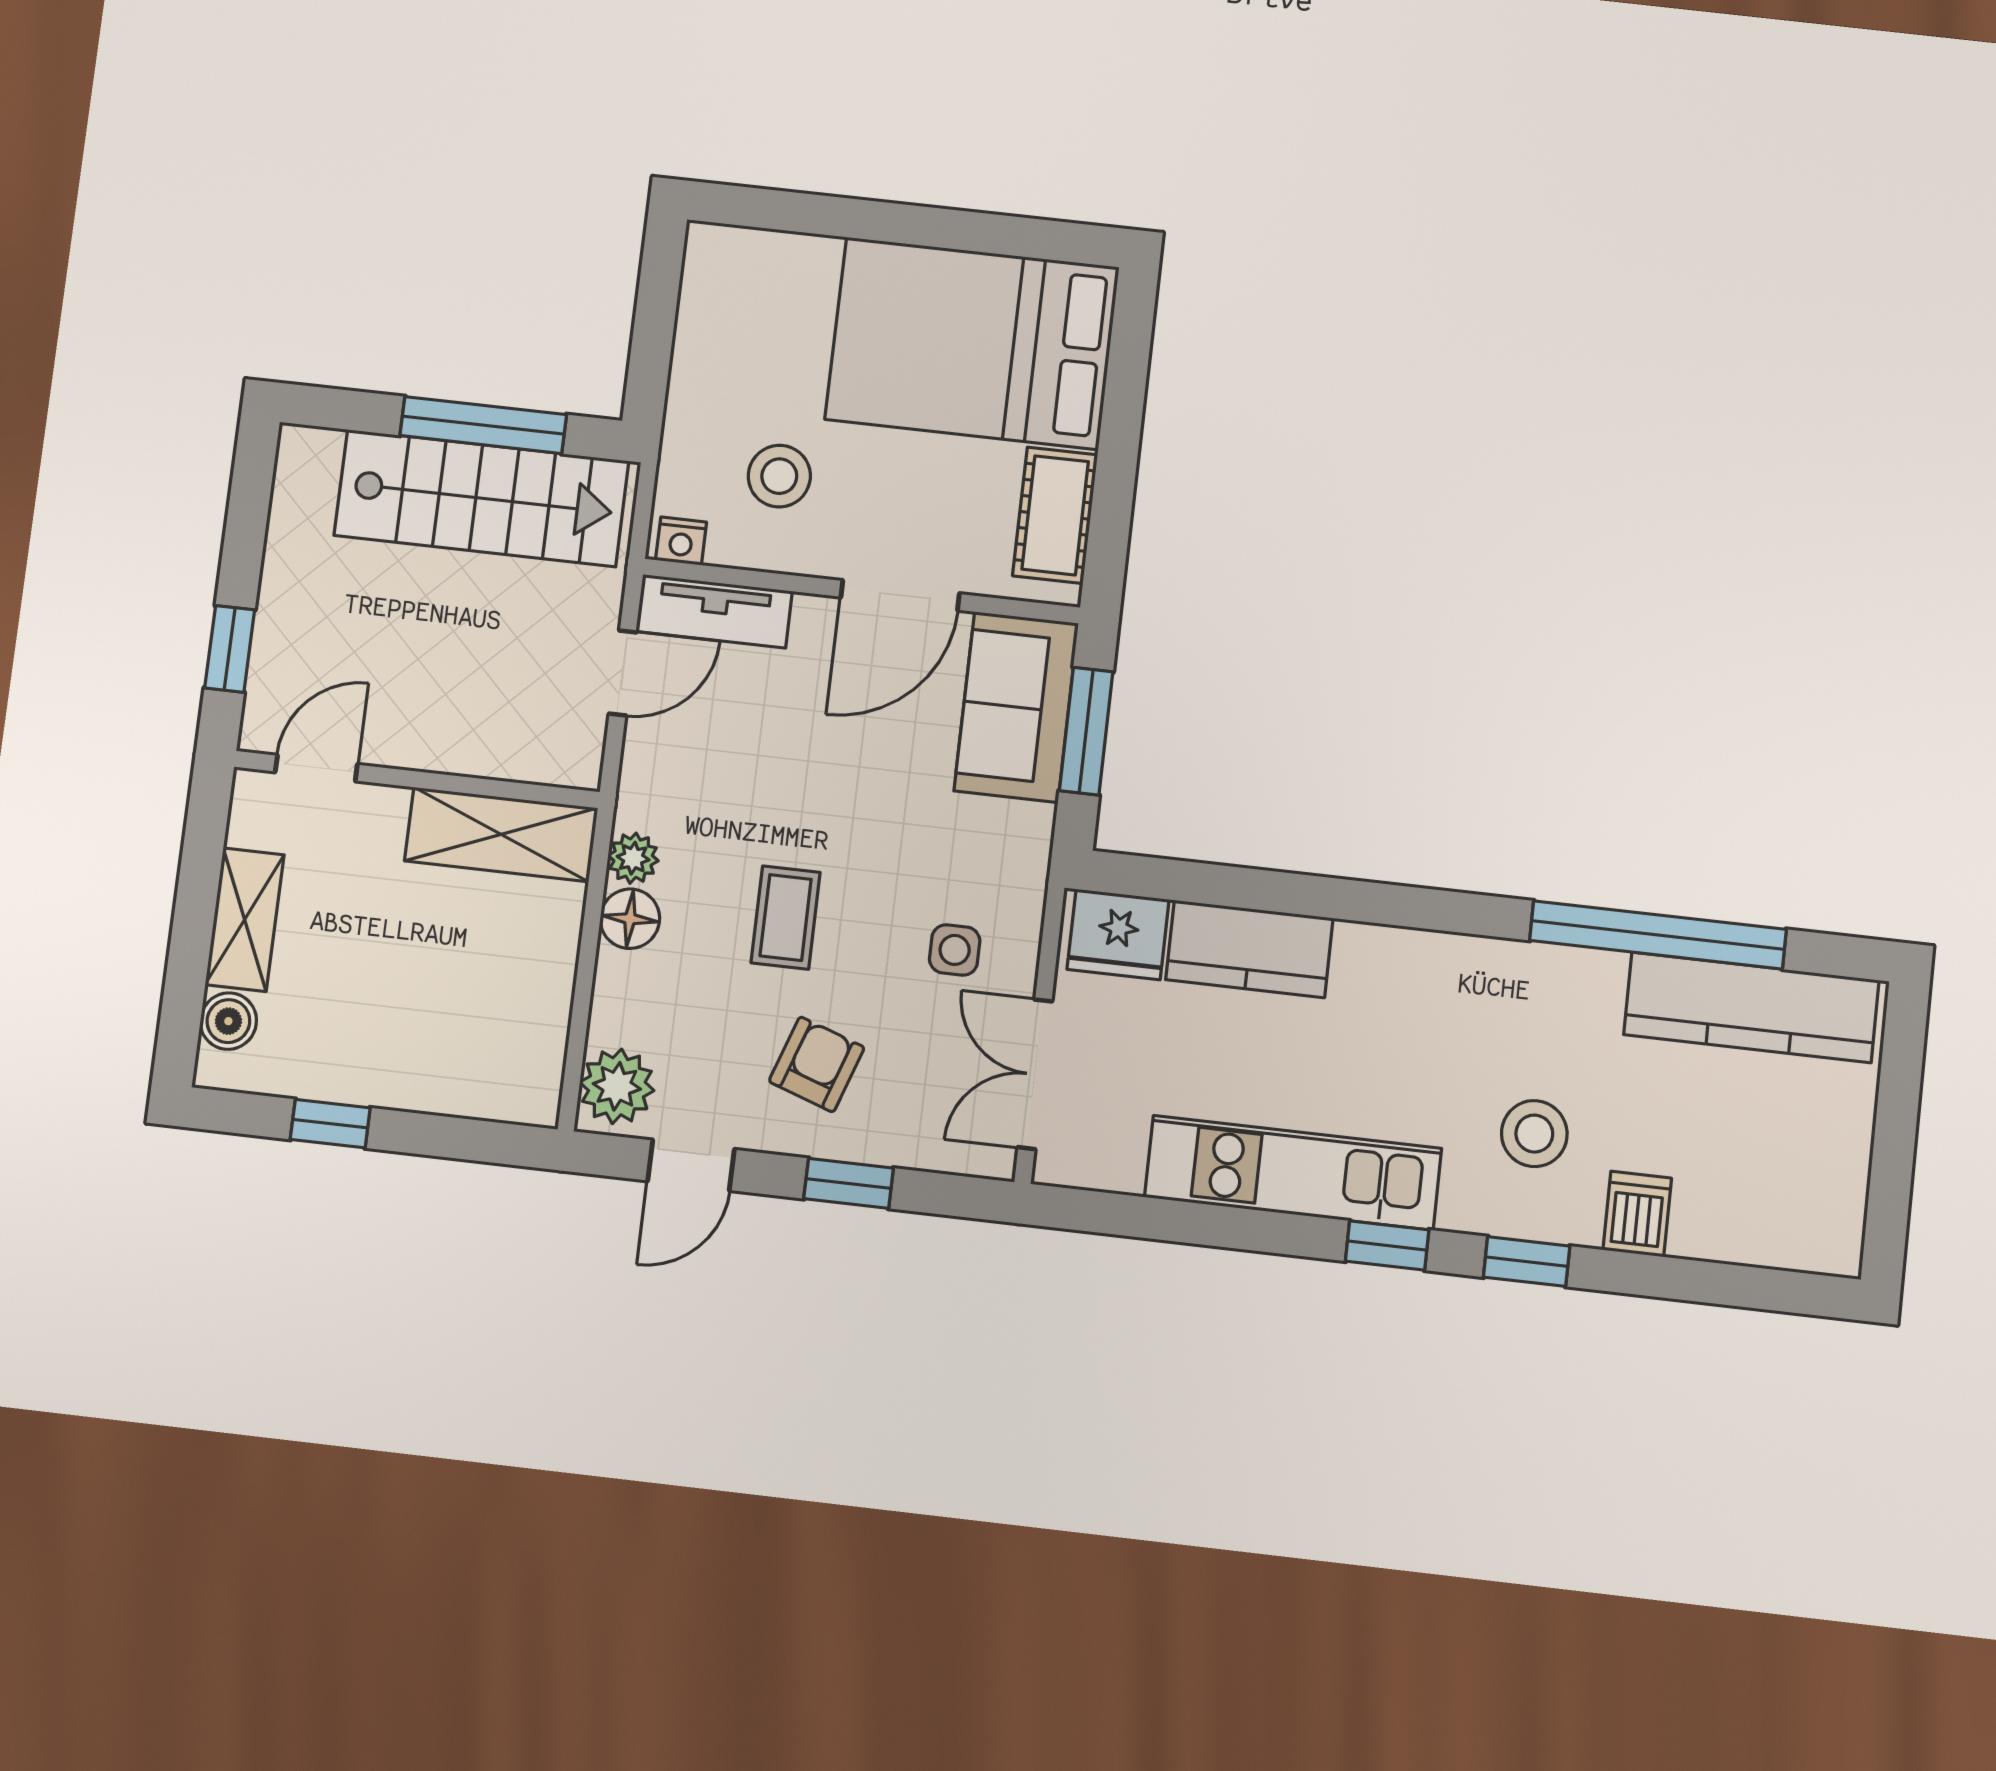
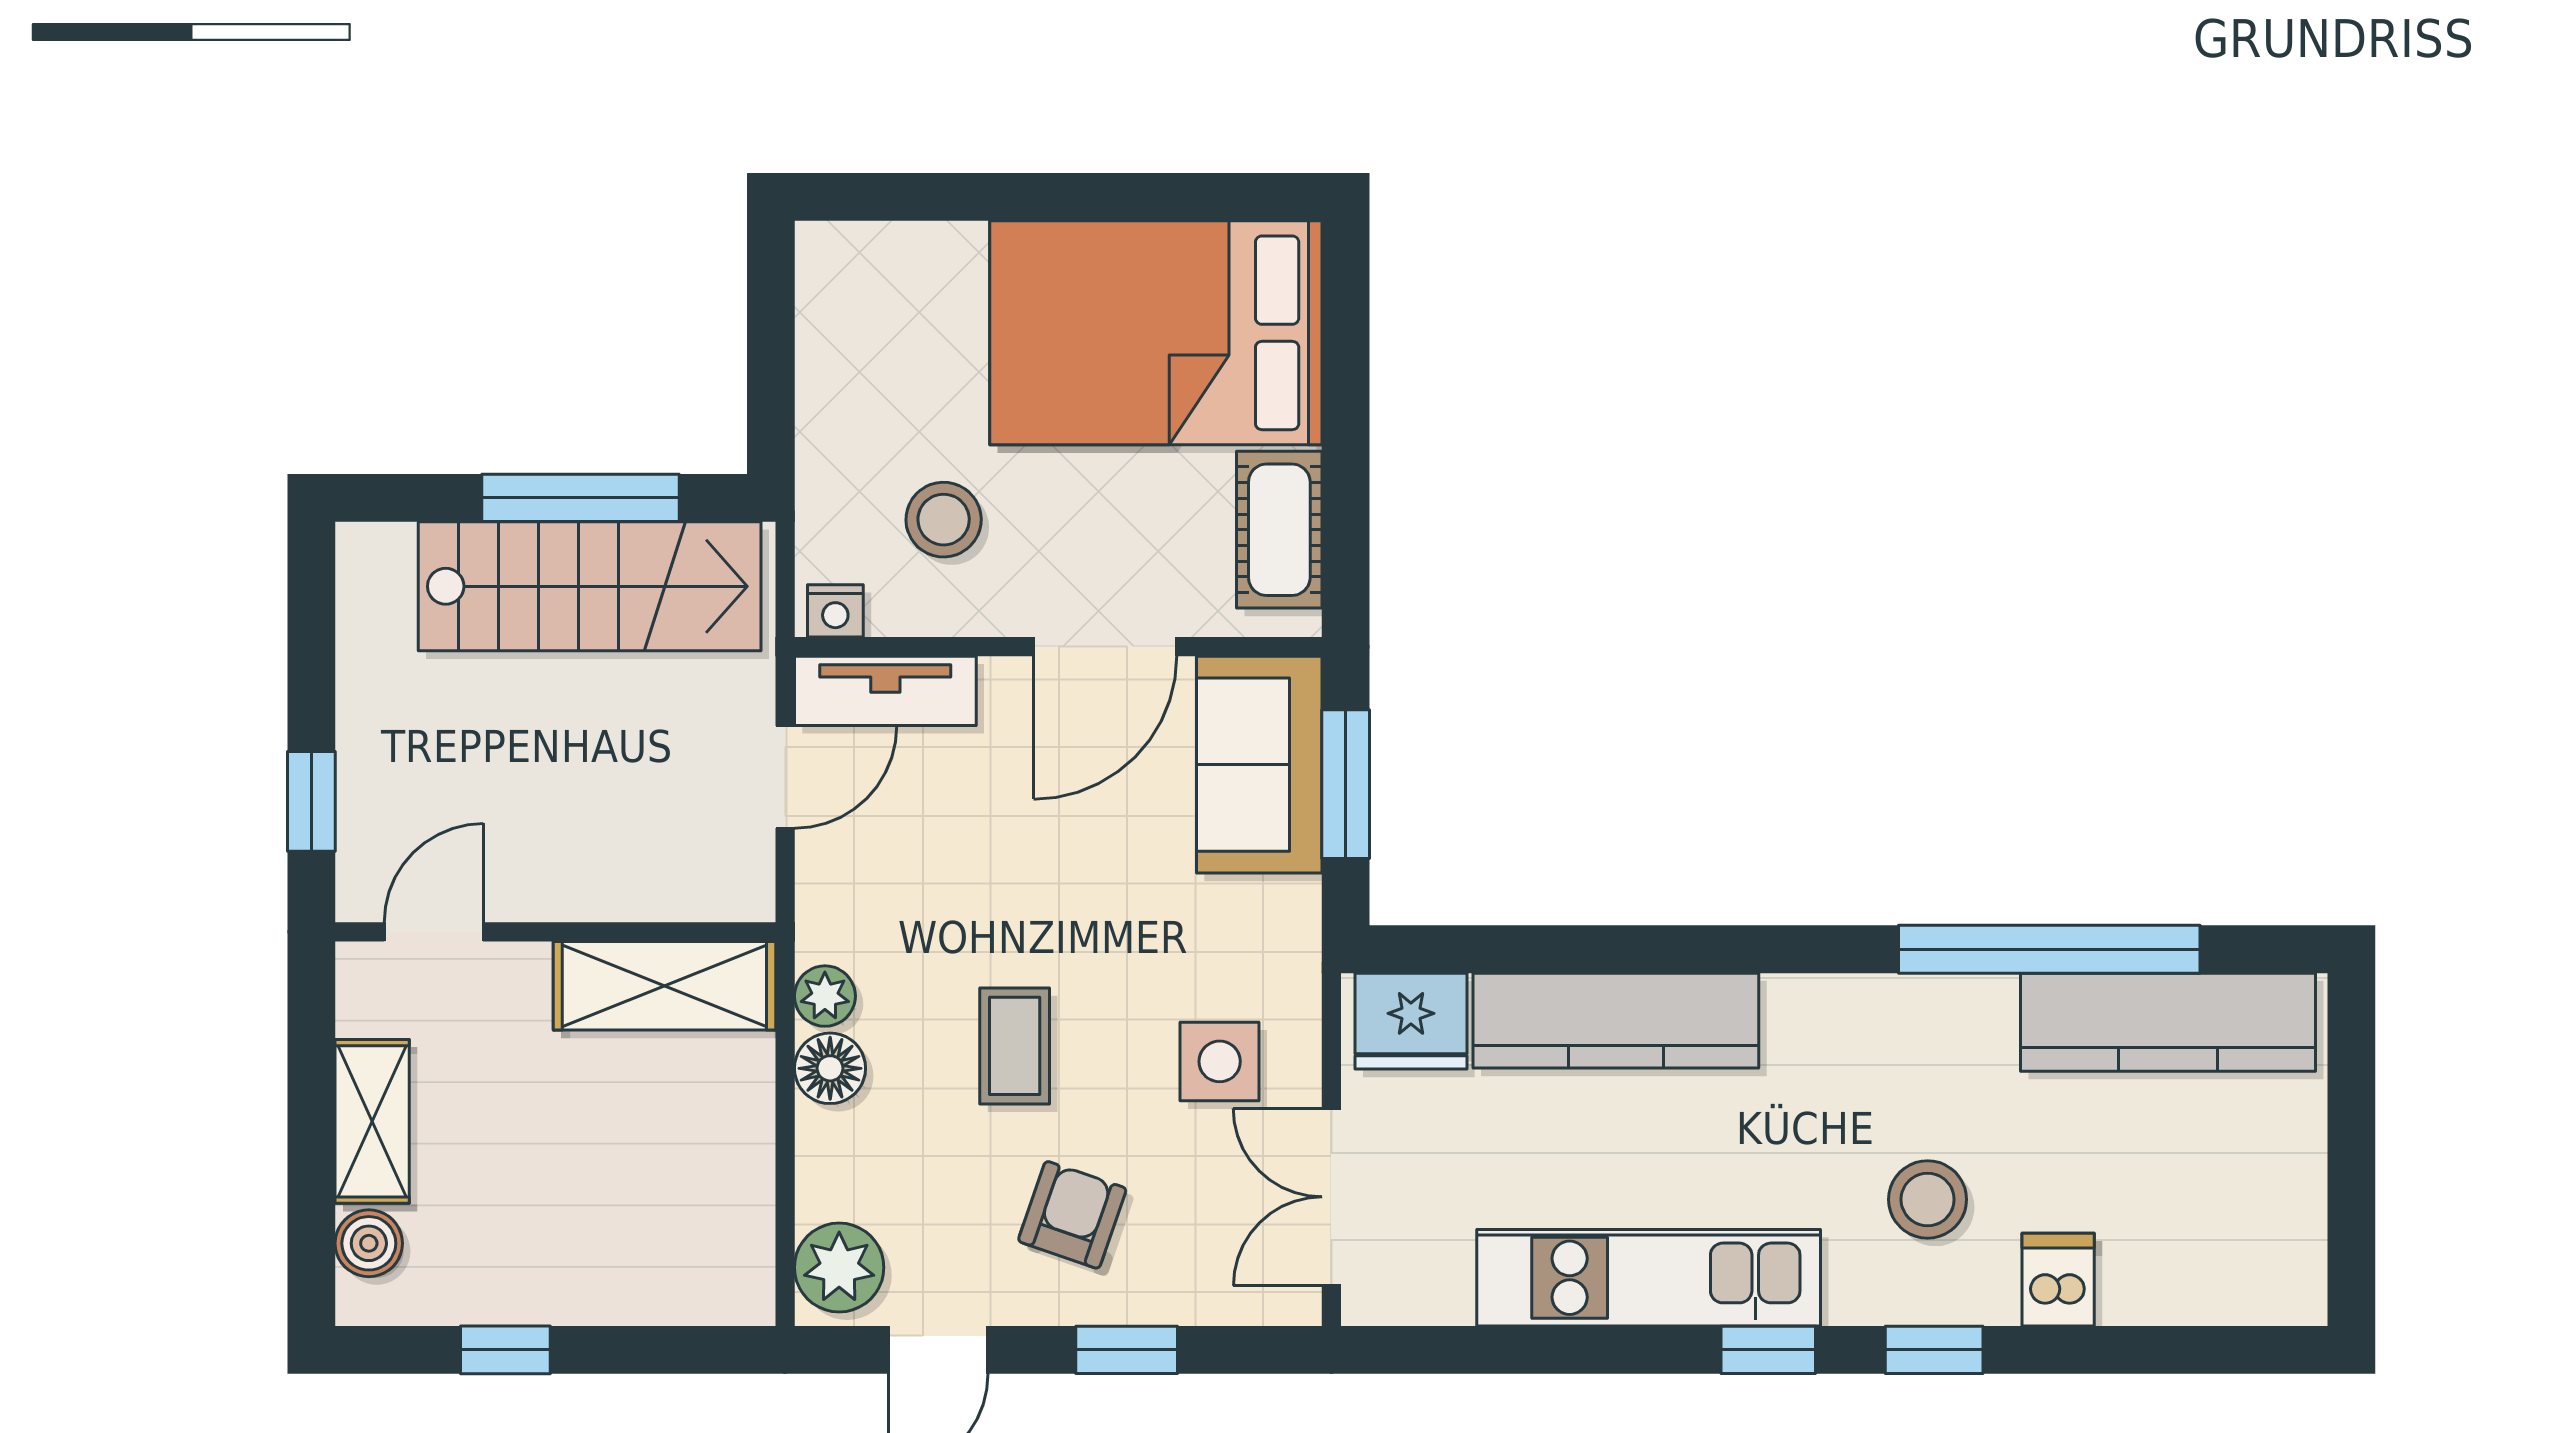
kitchen counter: (1249, 949) -> (1616, 1021), width x1.50
side table: (955, 950) -> (1220, 1061), width x1.37, depth x1.37

